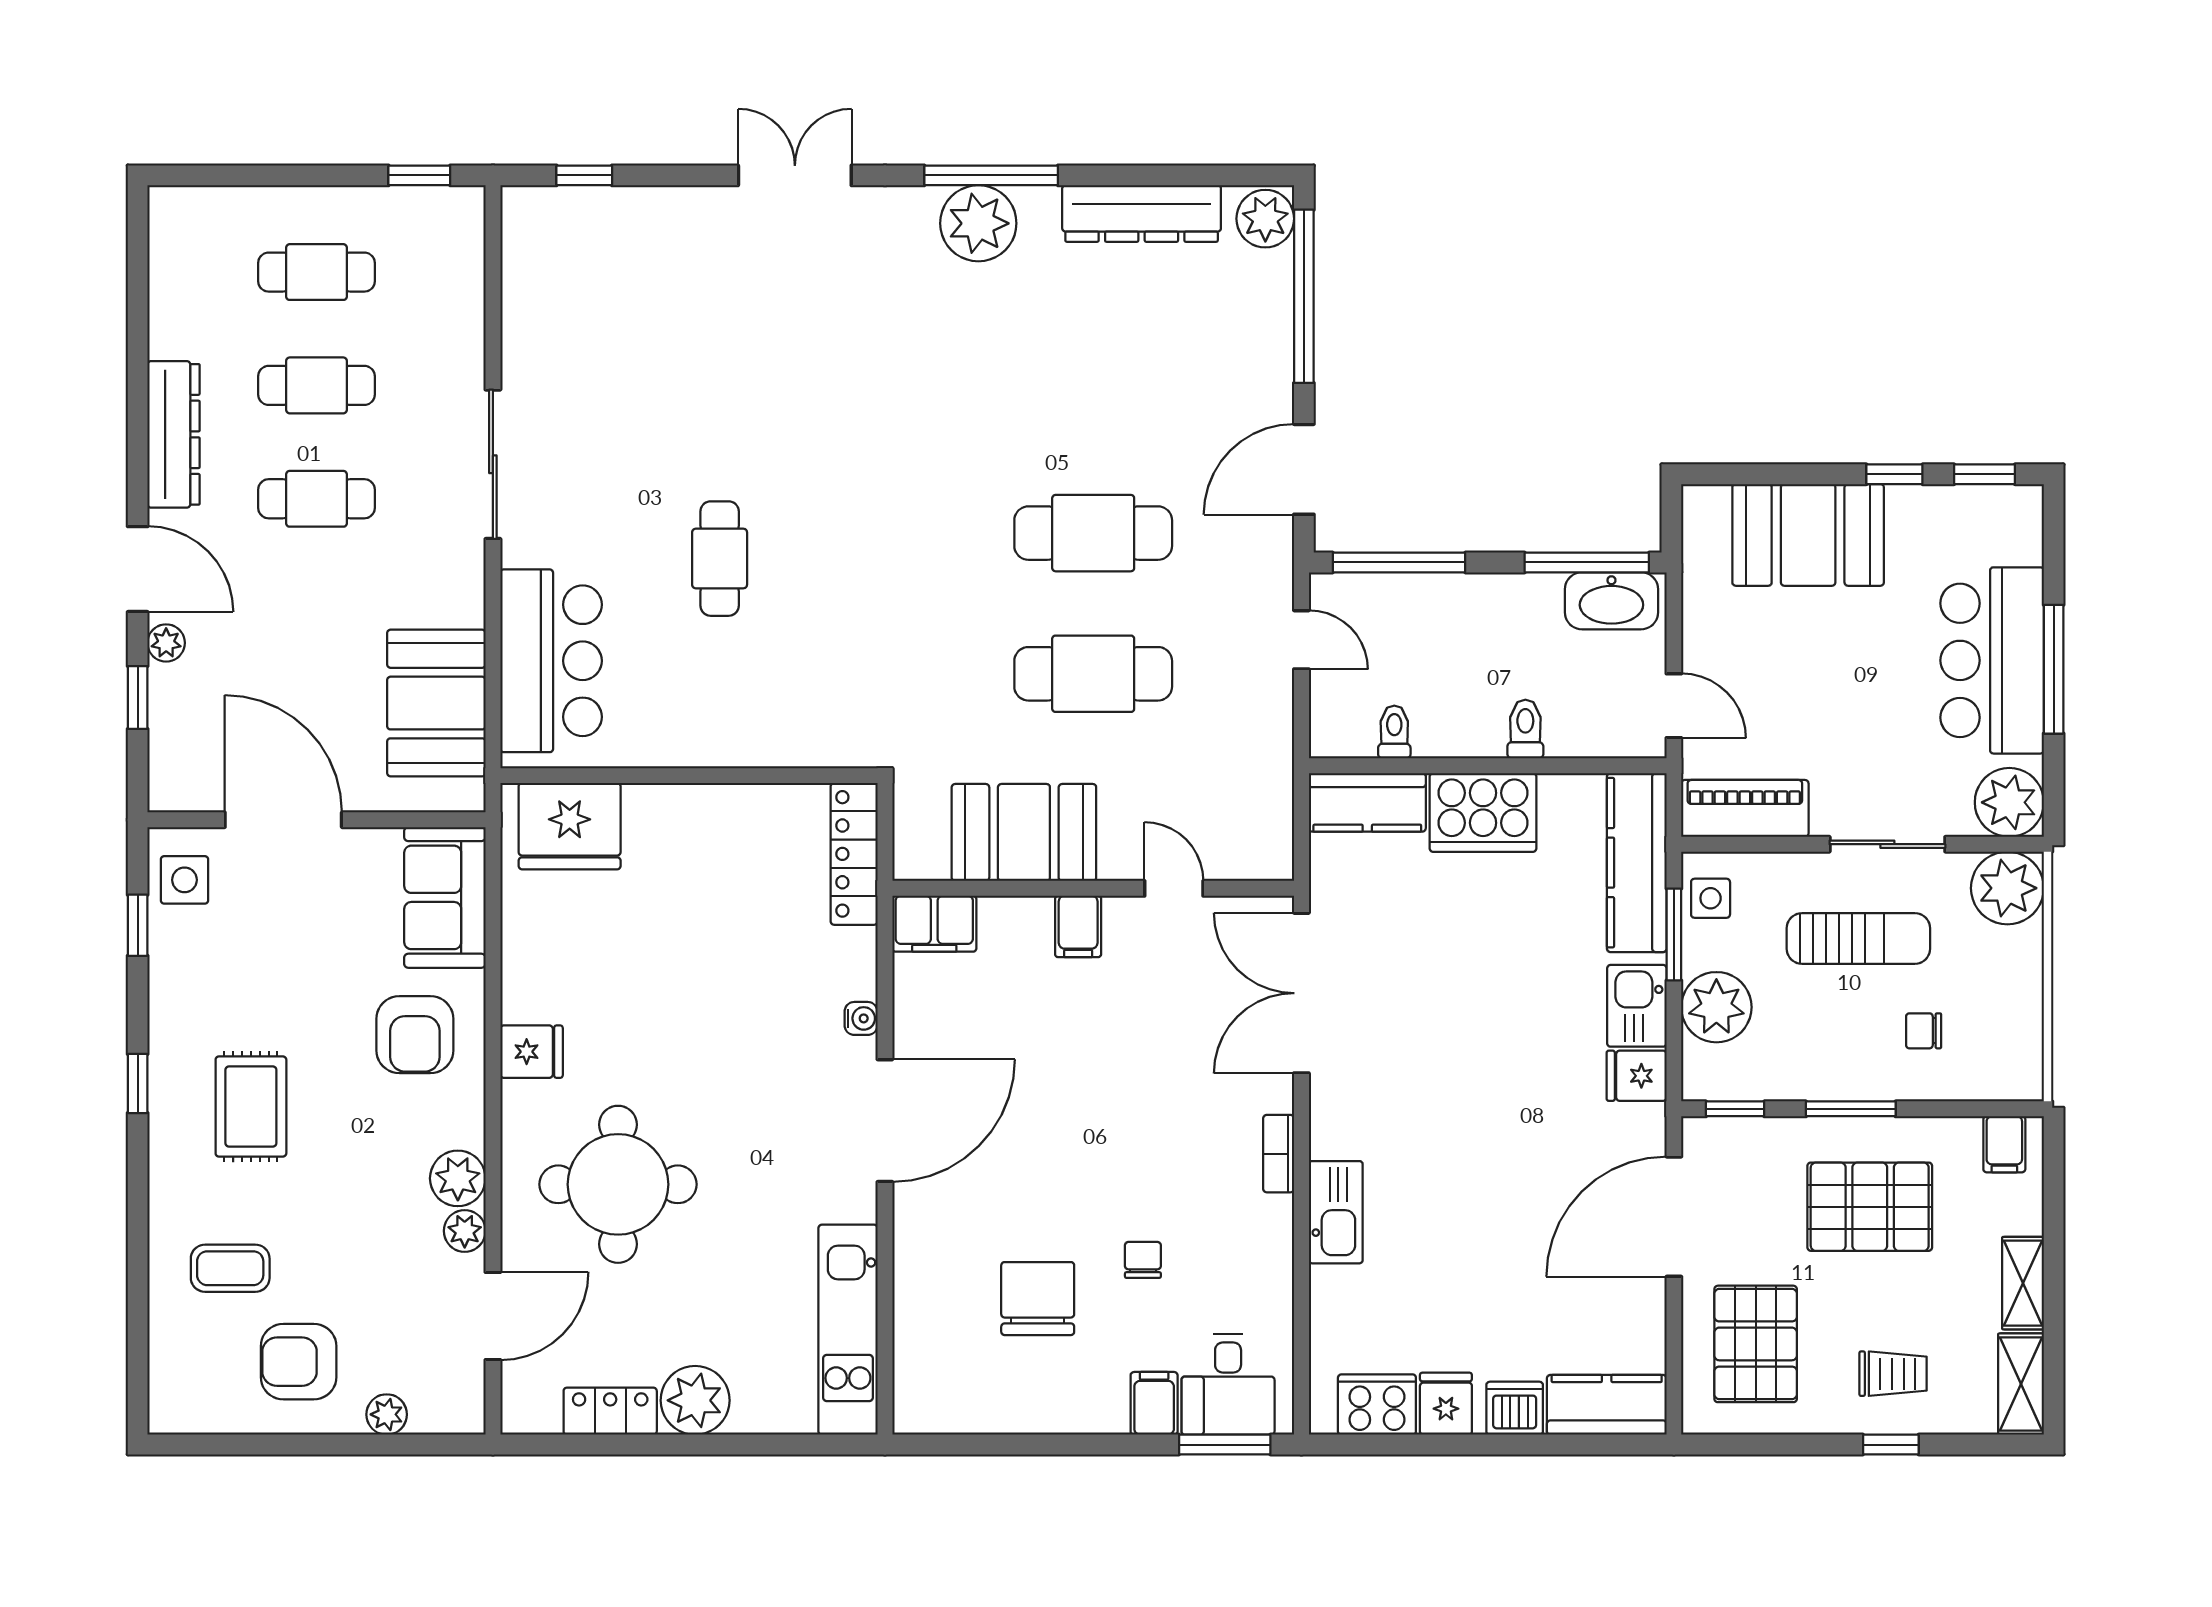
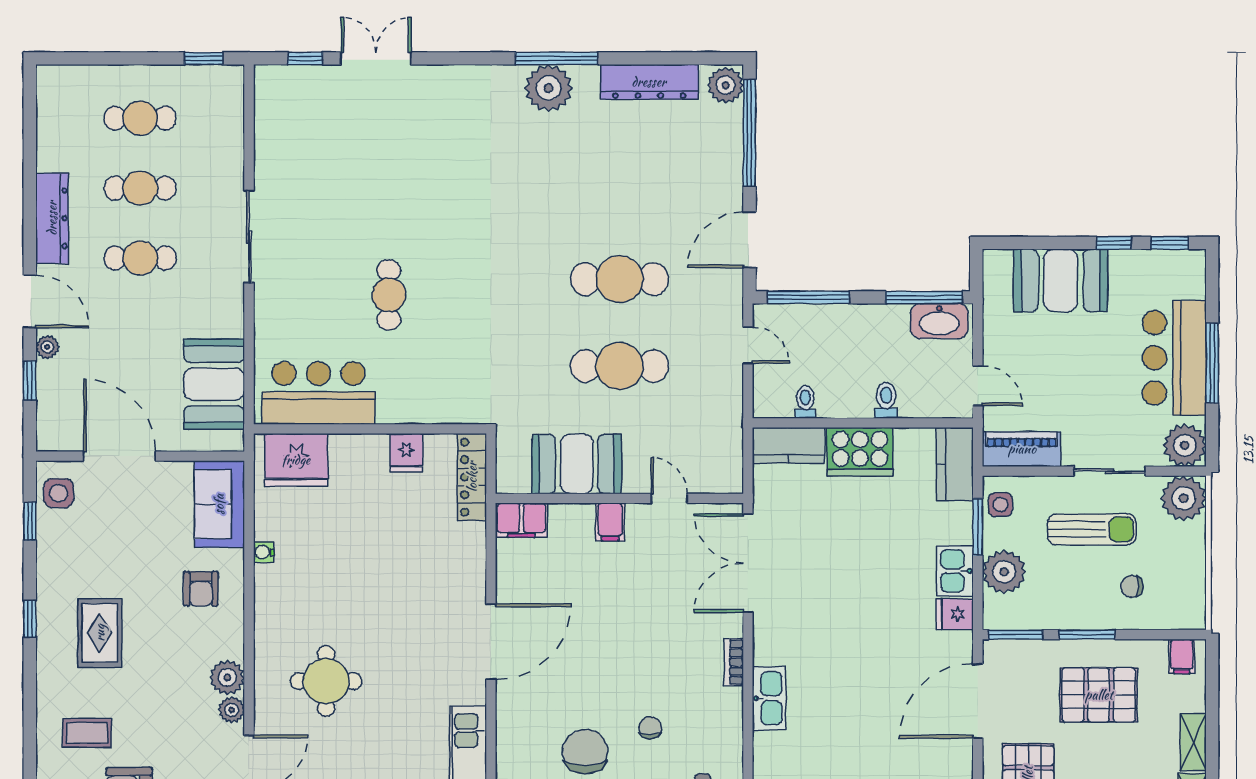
double door: (795, 175) -> (376, 58), moved
bar counter: (551, 661) -> (319, 393), moved, turned -90
kitchen counter: (1637, 863) -> (955, 464), width x0.67
water cooler: (861, 1018) -> (264, 552), moved, turned 180
armchair: (415, 1035) -> (201, 589), width x0.72, depth x0.72
fridge: (532, 1052) -> (406, 453), moved, turned 90
window: (1735, 1109) -> (1016, 635), width x1.50
round table: (618, 1184) -> (326, 681), width x0.73, depth x0.73

